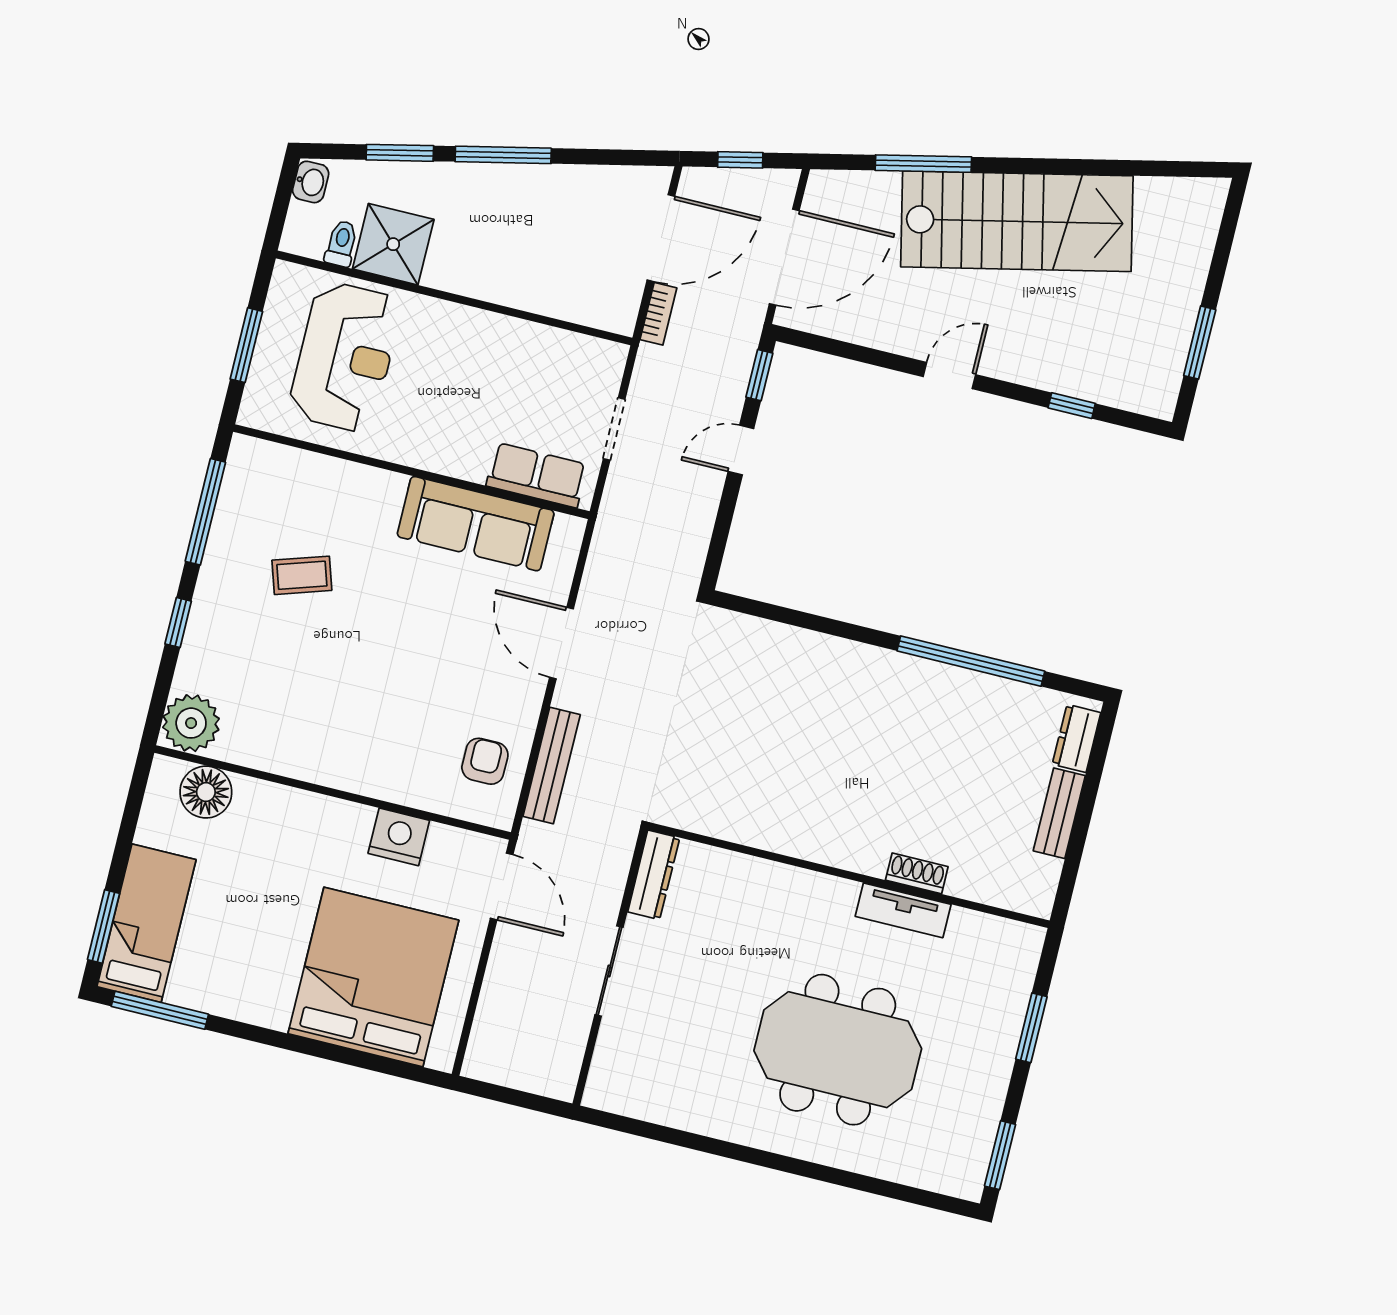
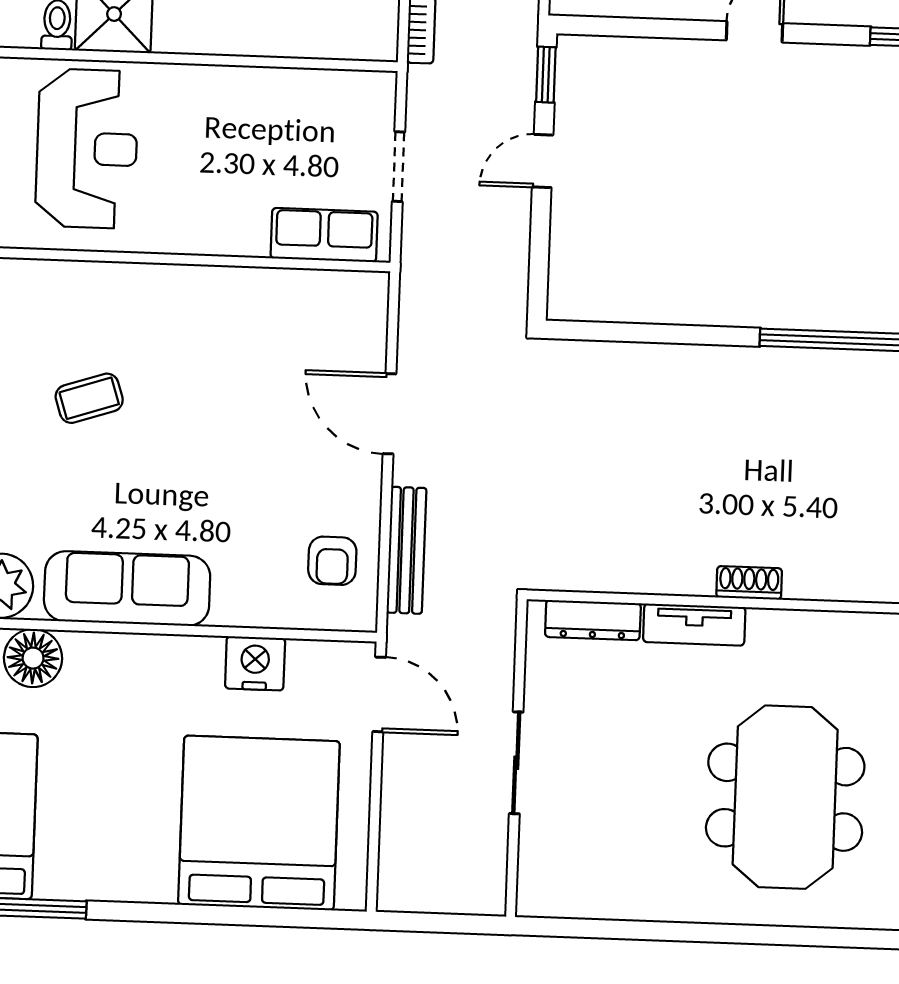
sofa: (476, 524) -> (127, 589), moved, turned 180
armchair: (485, 761) -> (332, 561), turned 180
shoe rack: (917, 873) -> (749, 583), moved
dresser: (654, 875) -> (593, 620), moved, turned 90
tv unit: (903, 910) -> (694, 625), moved
meeting table: (838, 1050) -> (785, 797), turned 90

